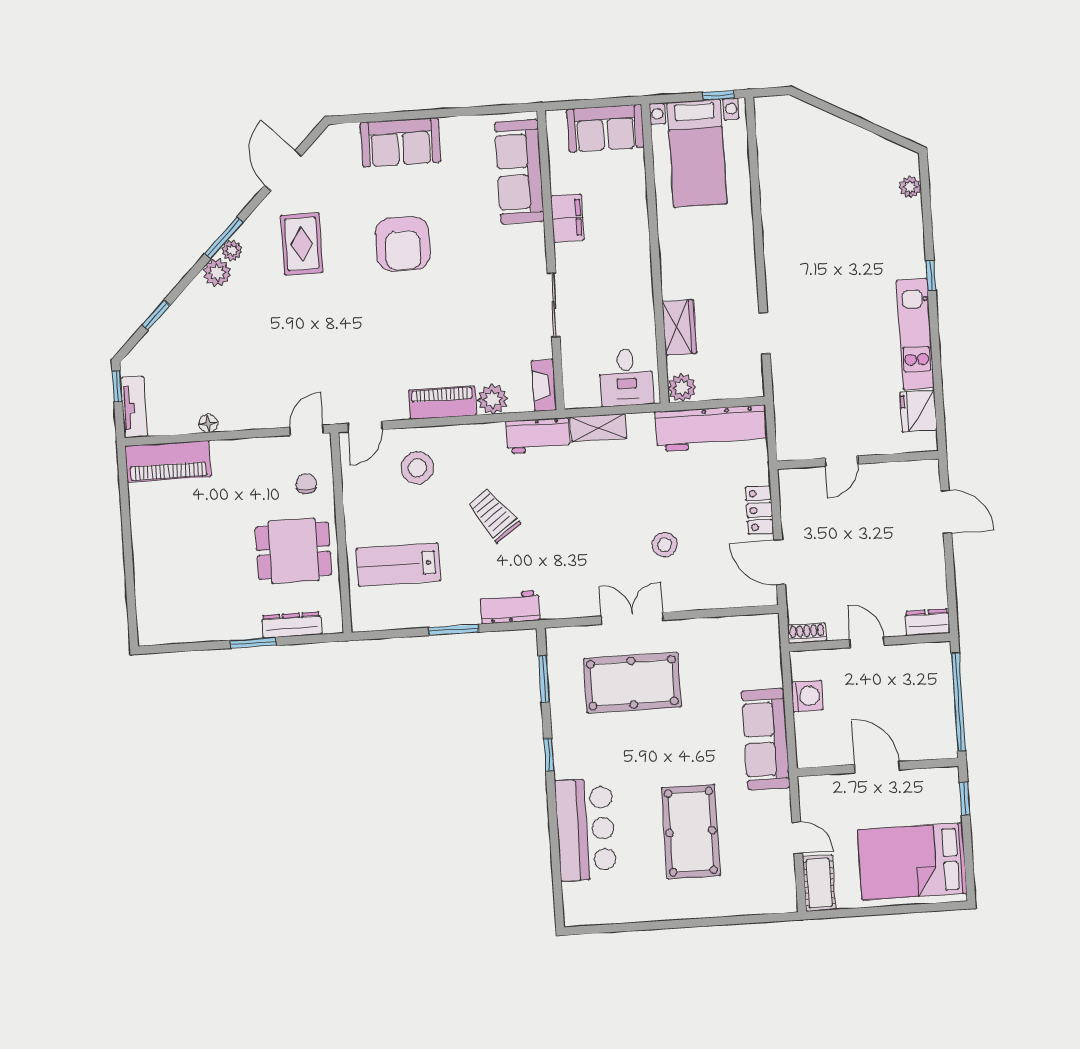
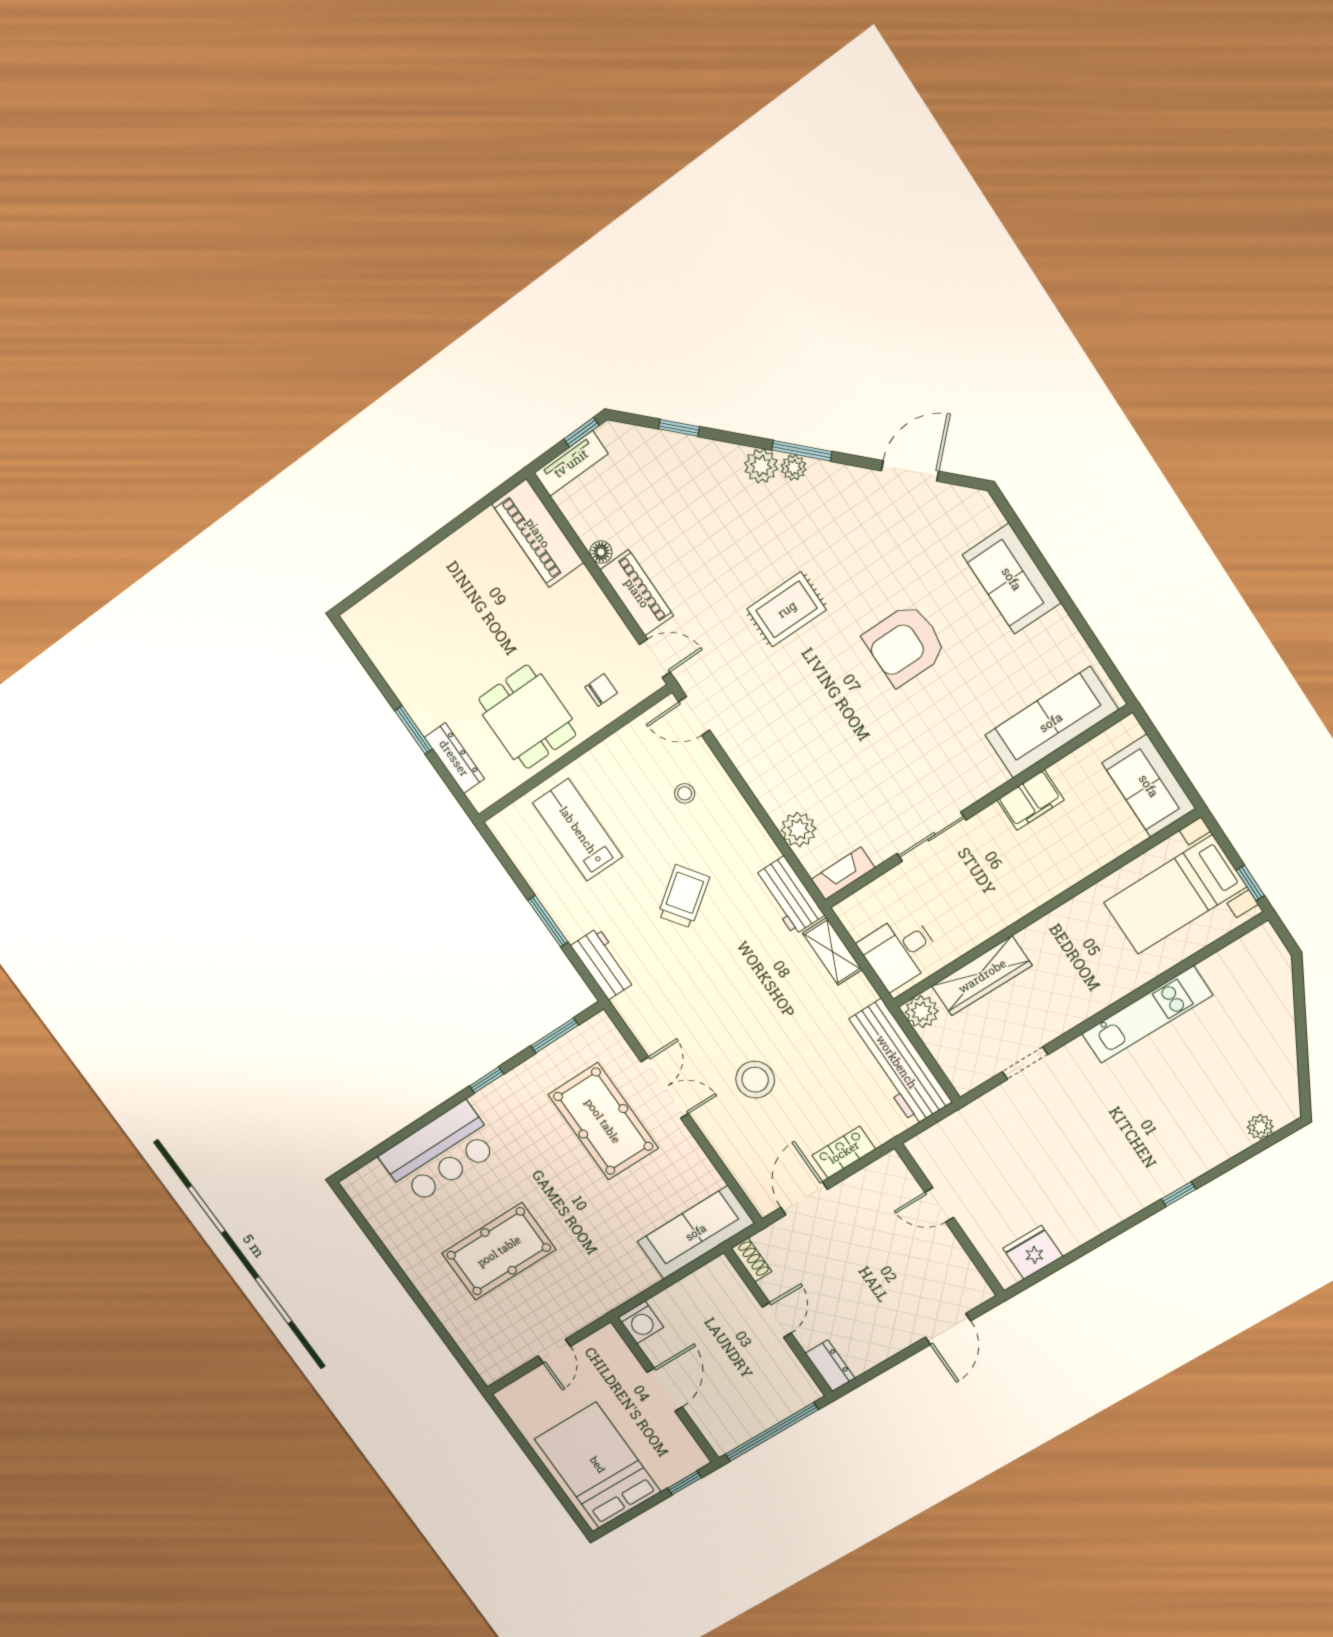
rug: (302, 244) -> (787, 609), moved
wardrobe: (679, 327) -> (982, 976), width x1.50
kitchen unit: (915, 334) -> (1147, 1015), moved, turned 180
piano: (442, 403) -> (637, 593), moved
stool: (417, 468) -> (685, 793), width x0.53, depth x0.53
stool: (665, 545) -> (755, 1080), width x1.38, depth x1.38
washing machine: (807, 696) -> (641, 1322), moved
sofa: (766, 739) -> (696, 1232), moved
cot: (819, 883) -> (525, 1392), removed

